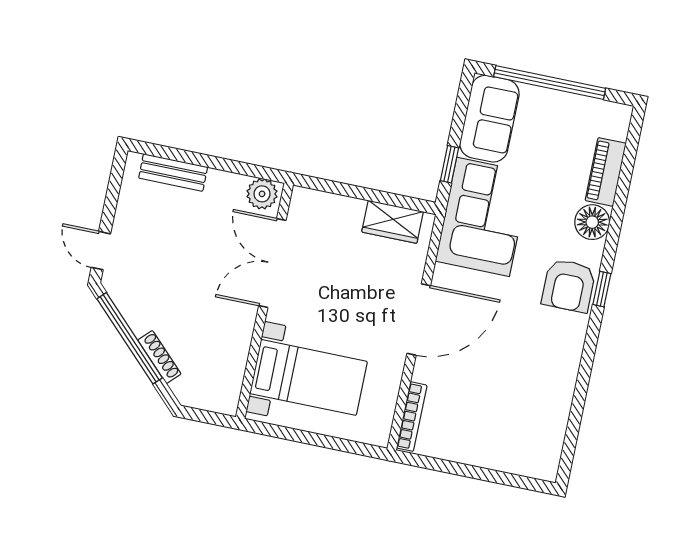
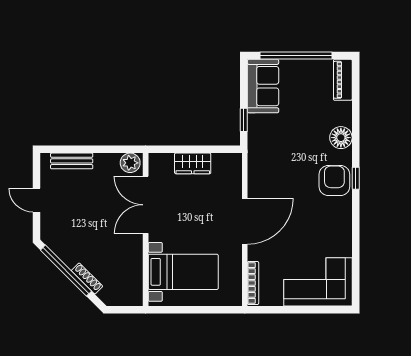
piano: (606, 172) -> (343, 80), moved
corner sofa: (483, 217) -> (318, 282), moved, turned -90
wardrobe: (393, 222) -> (193, 163), moved
door: (101, 251) -> (36, 200), moved
armchair: (569, 286) -> (334, 180), turned 180

